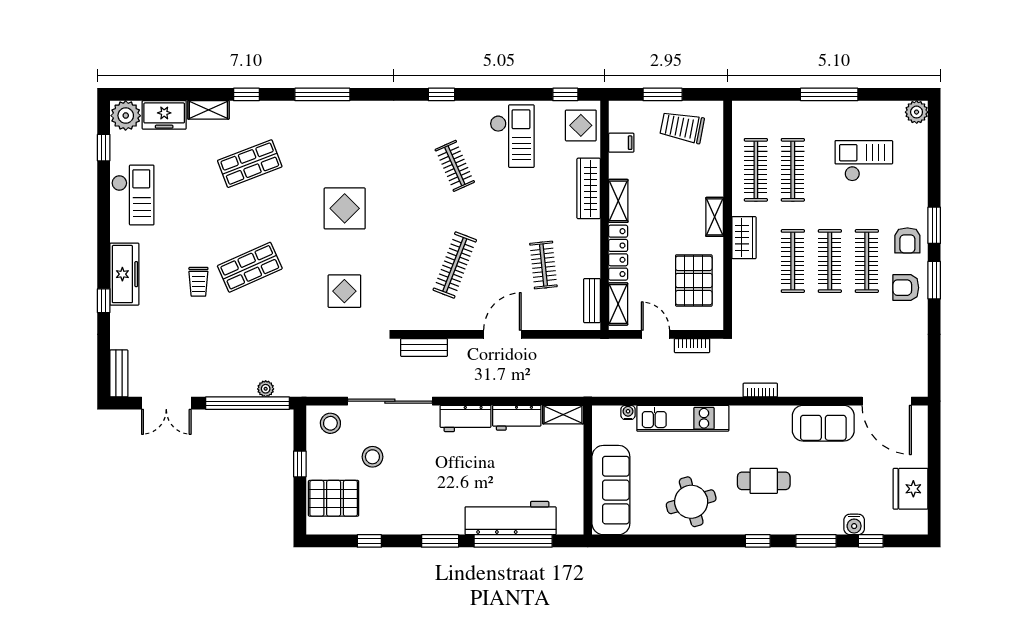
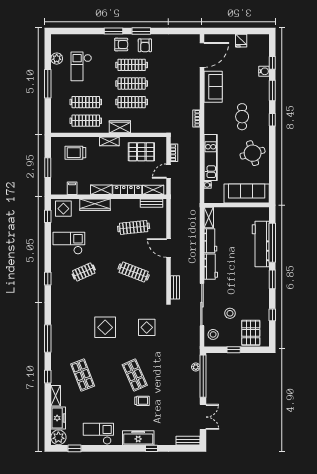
plant: (917, 112) -> (57, 59), moved
trolley: (682, 127) -> (75, 153), moved, turned 79
clothes rail: (543, 265) -> (134, 227), width x1.36
fridge: (911, 489) -> (241, 41), width x0.53, depth x0.75

